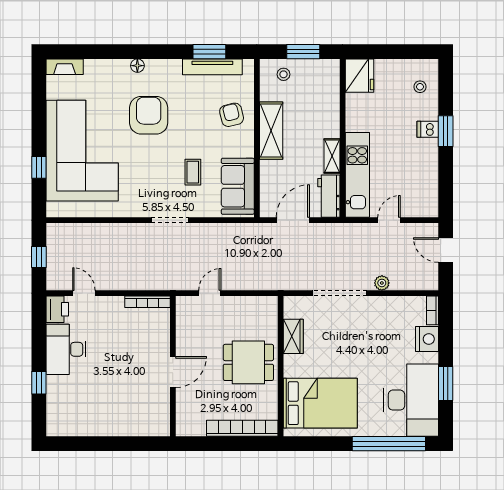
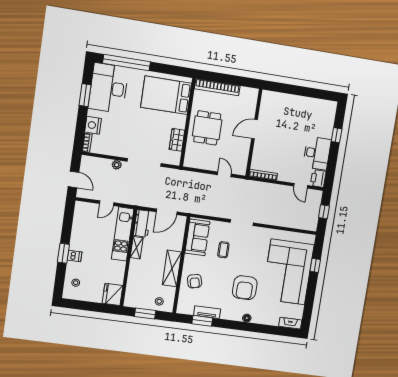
tv unit: (212, 67) -> (207, 312), width x0.71
door: (210, 293) -> (224, 174), swing flipped
dining table: (248, 362) -> (207, 128), turned 90

